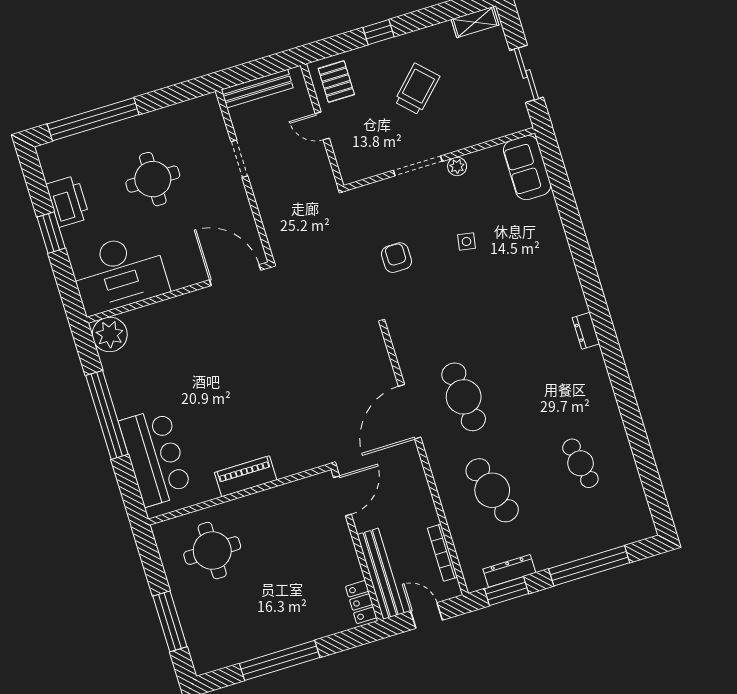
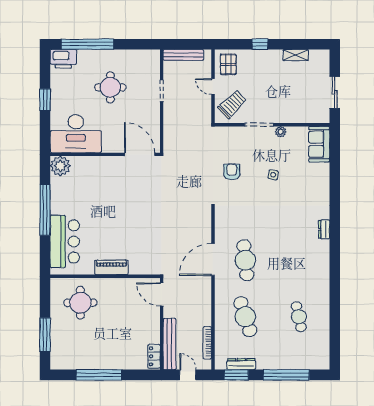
shelving: (475, 22) -> (296, 55), moved
trolley: (417, 89) -> (232, 104), moved
printer: (68, 201) -> (63, 59), moved, turned 90
dresser: (586, 331) -> (324, 229), moved
door: (342, 496) -> (162, 295), swing flipped

